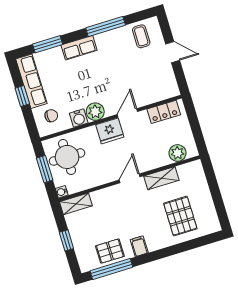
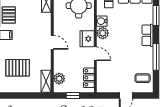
window: (195, 127) -> (73, 95), added
shelving: (161, 178) -> (46, 81), moved

